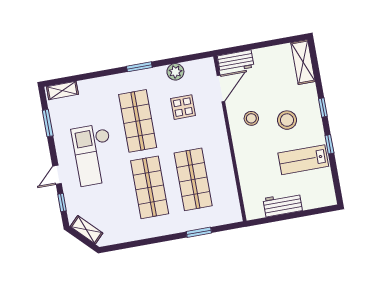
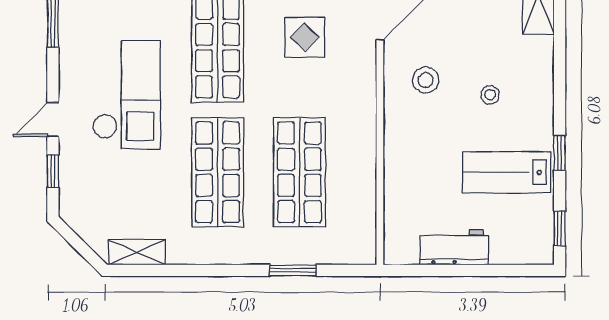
window: (323, 108) -> (560, 228), moved
stool: (287, 120) -> (490, 95), width x0.53, depth x0.53
checkout: (94, 155) -> (127, 95), turned 180
shelving: (87, 230) -> (137, 252), moved, turned -45

